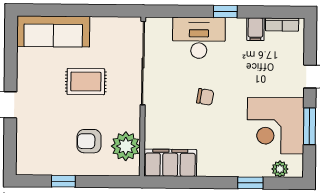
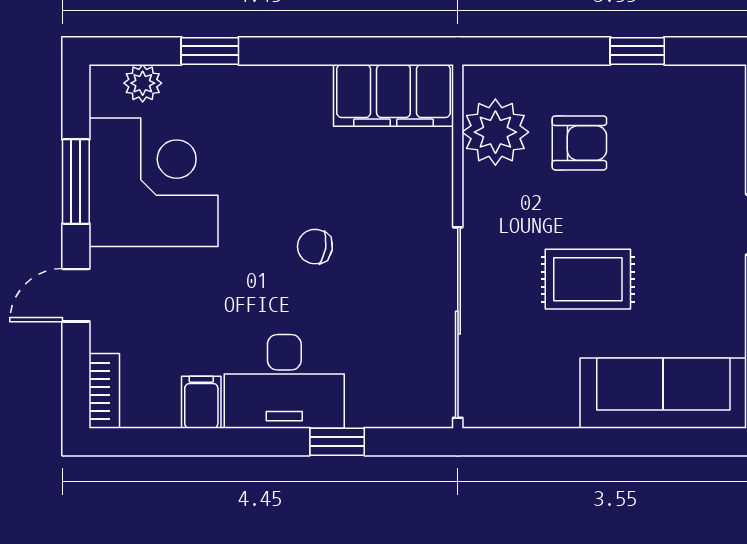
window: (225, 12) -> (337, 442), moved
bookcase: (282, 25) -> (104, 391), moved, turned 90
desk: (199, 38) -> (284, 381), moved

